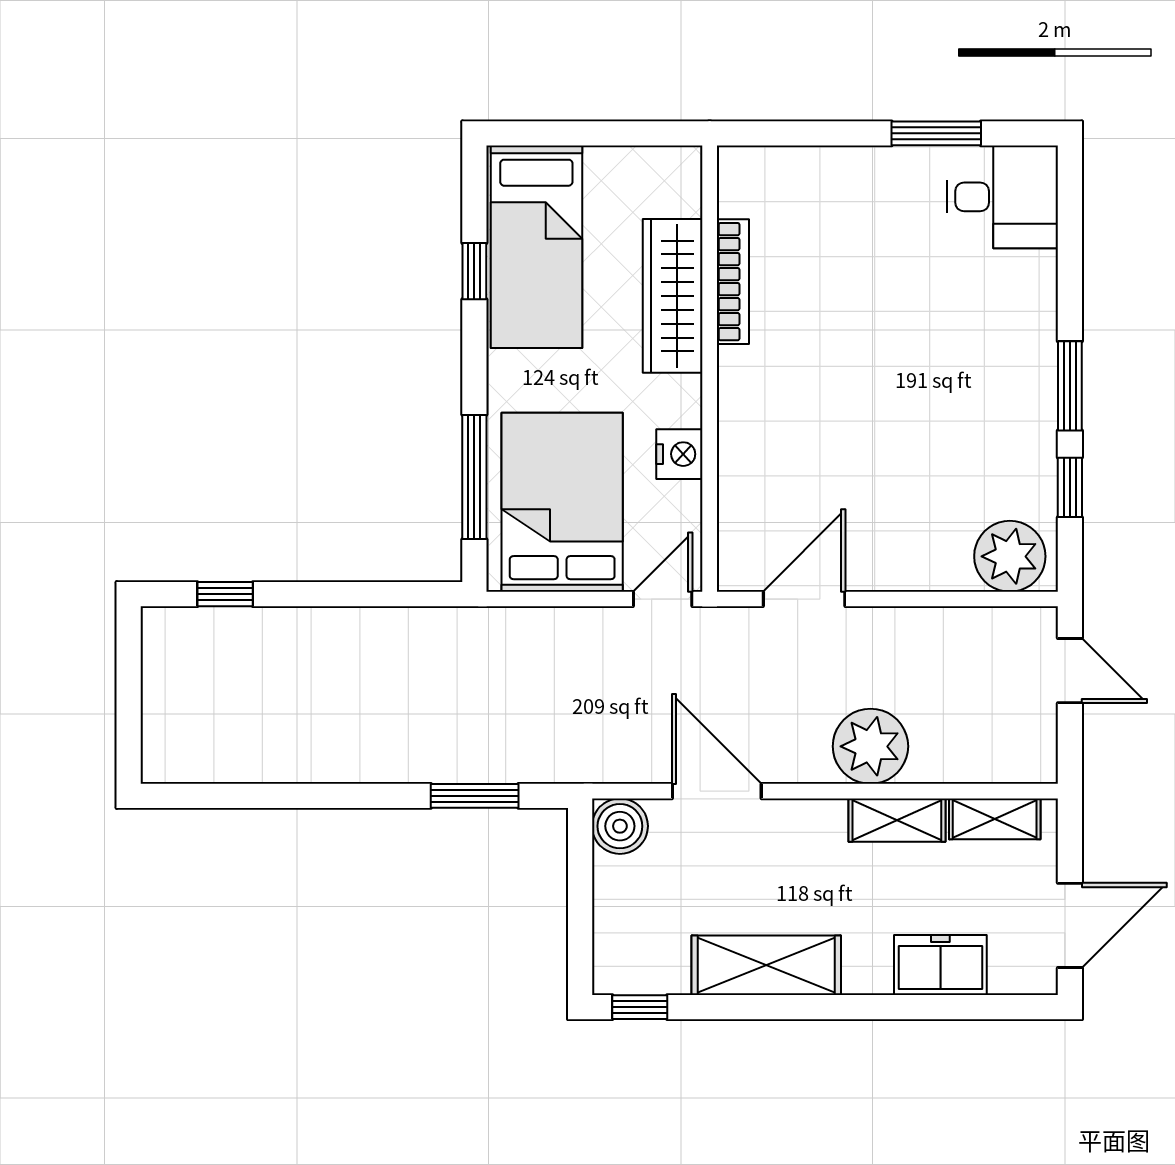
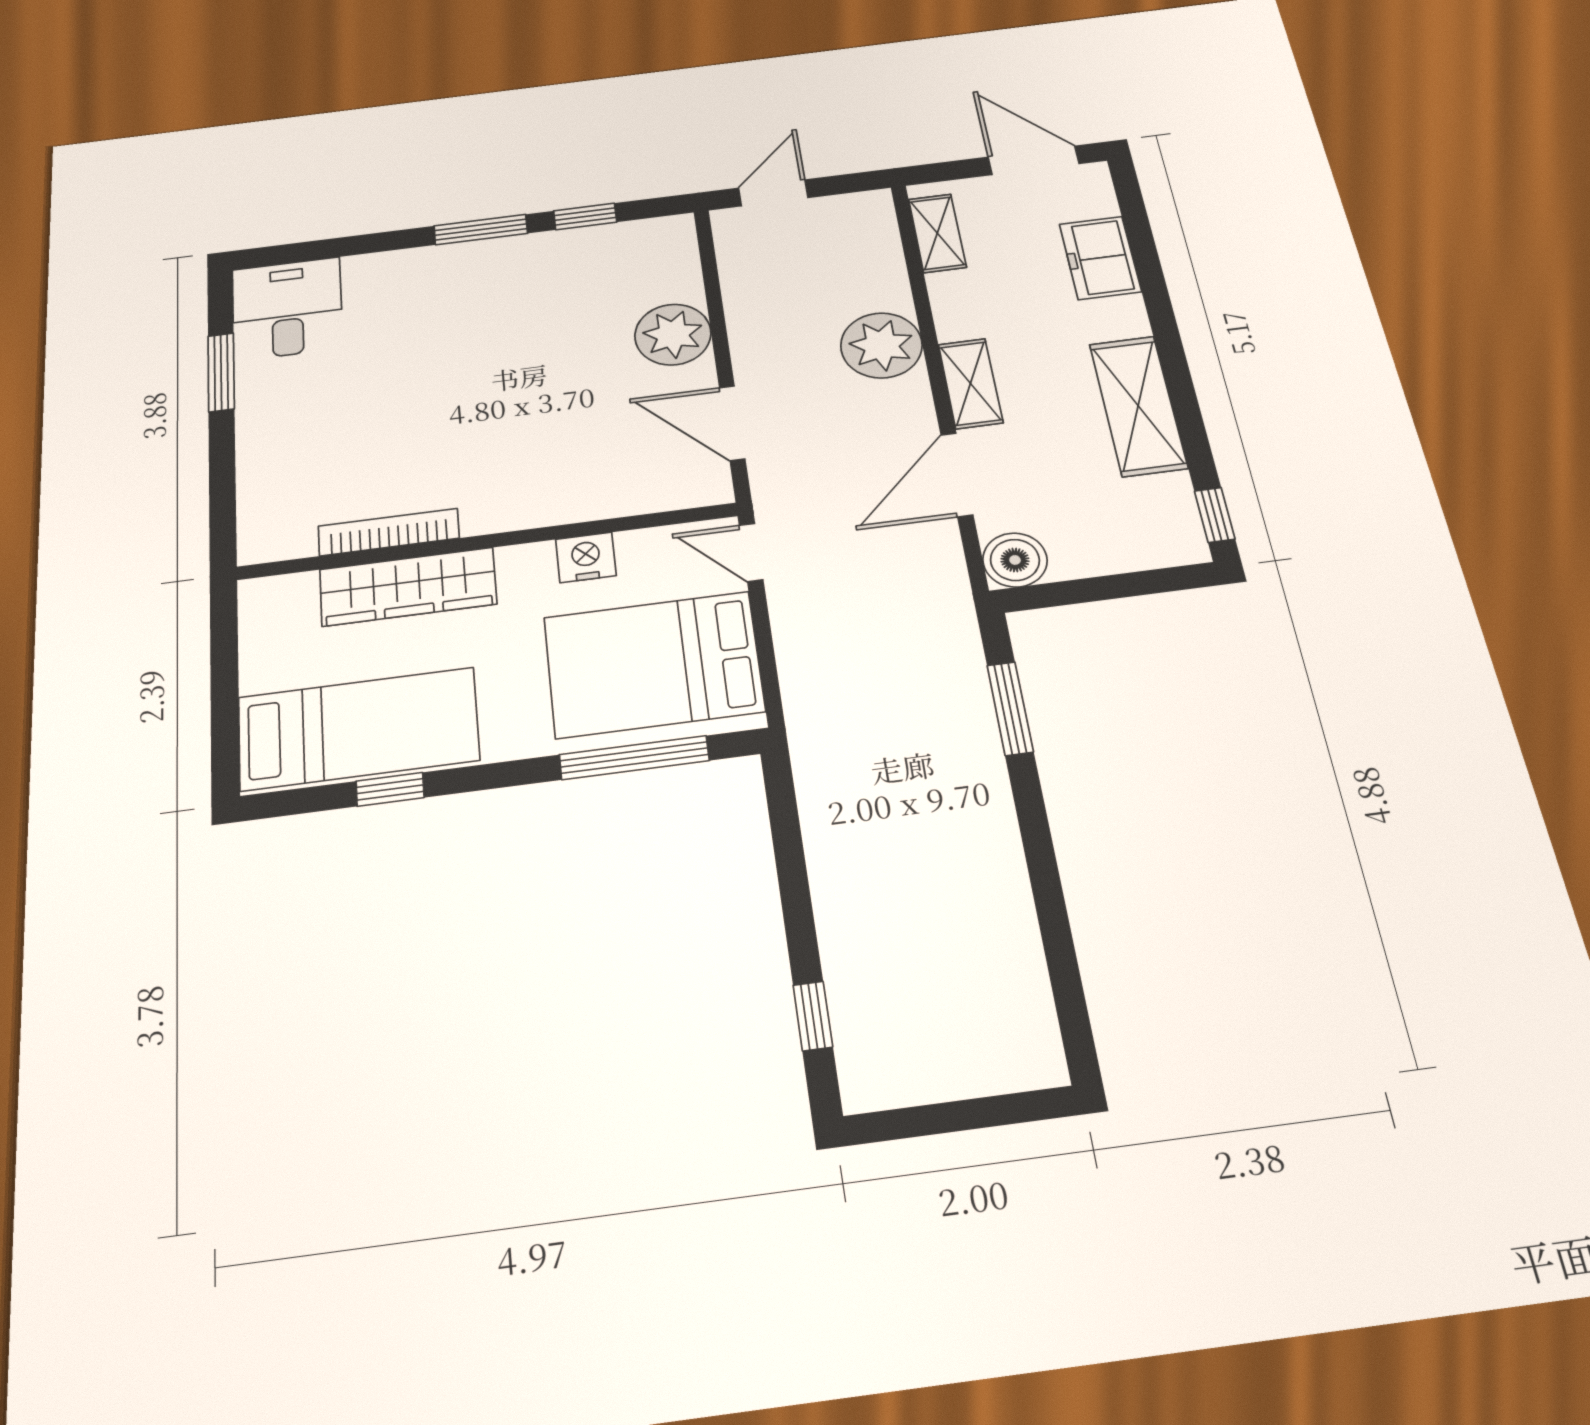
plant: (1010, 556) -> (673, 335), moved
shelving: (897, 820) -> (970, 383), moved

